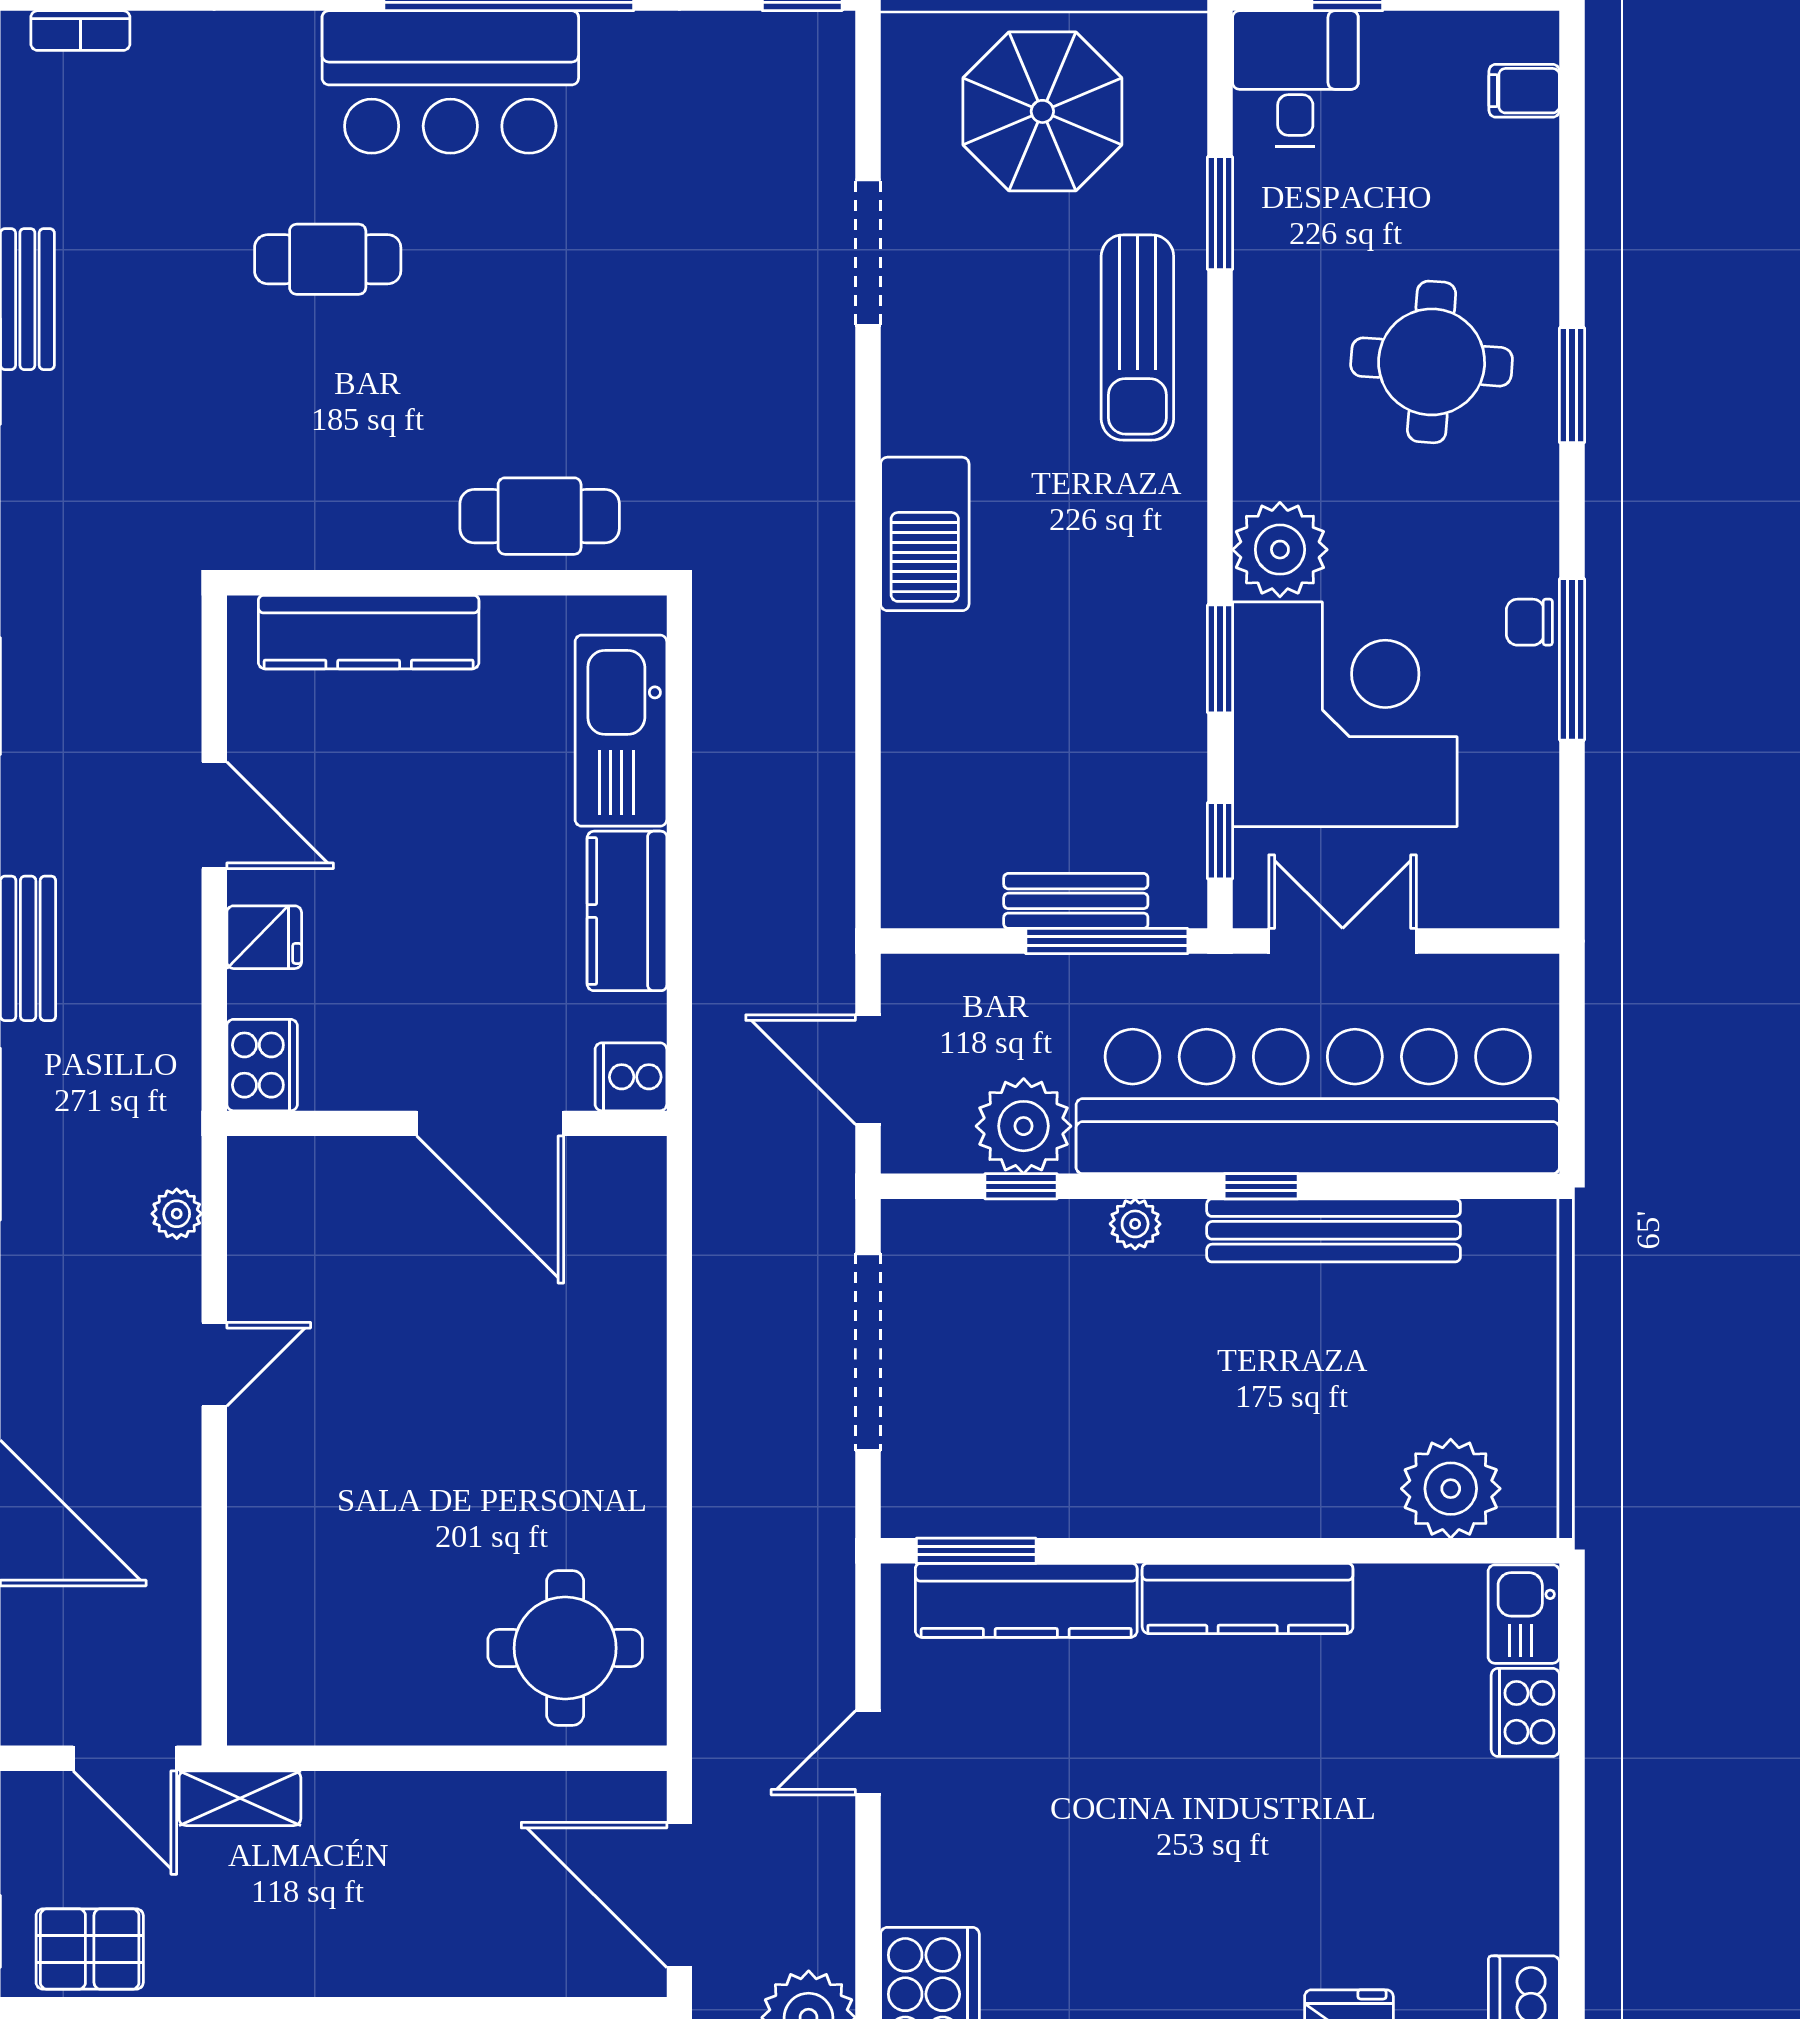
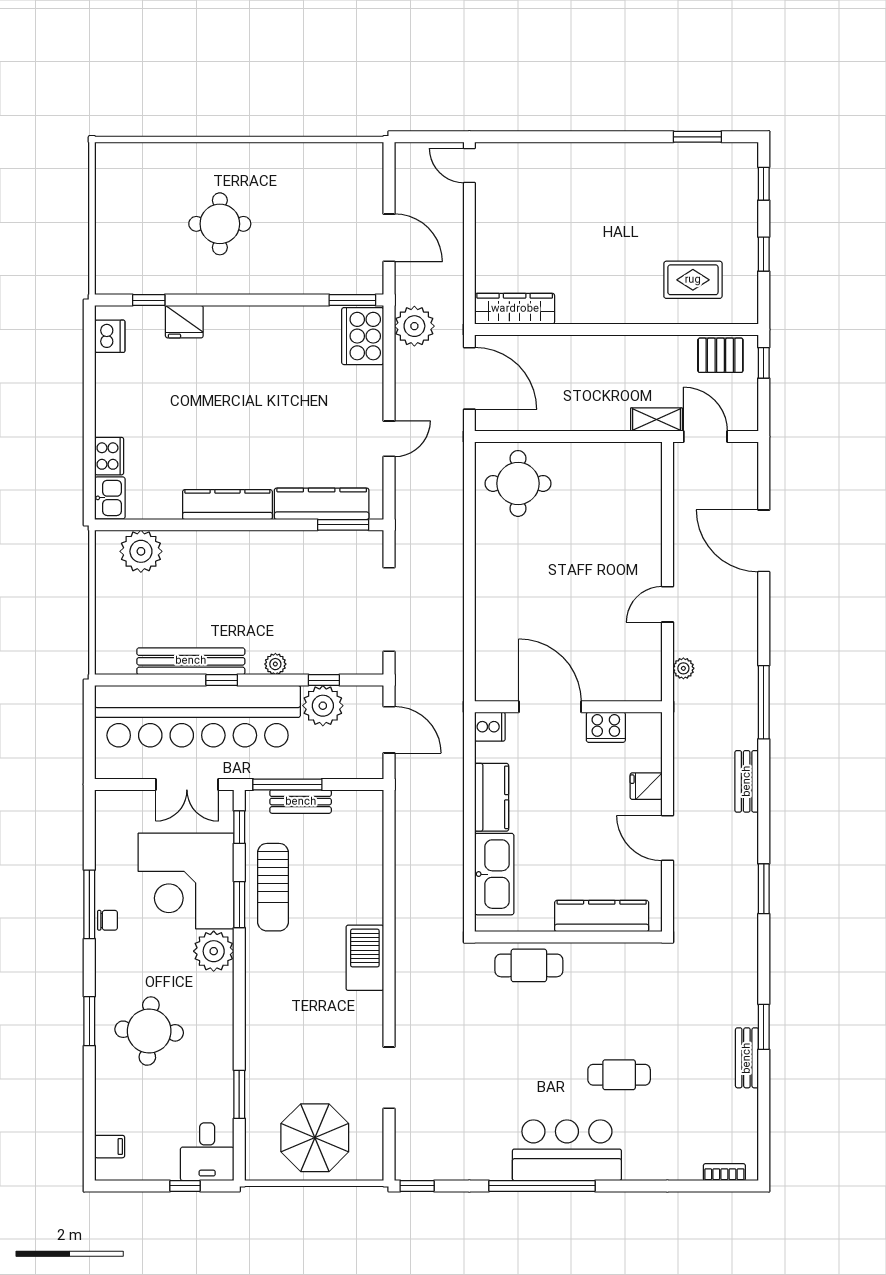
sun lounger: (1137, 338) -> (273, 887), moved, turned 180
cooker: (262, 1065) -> (606, 727), moved, turned -90

